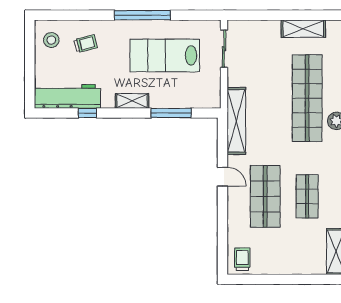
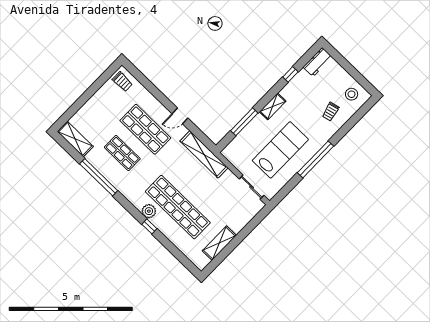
workbench: (67, 96) -> (318, 62), width x0.53, depth x0.76

